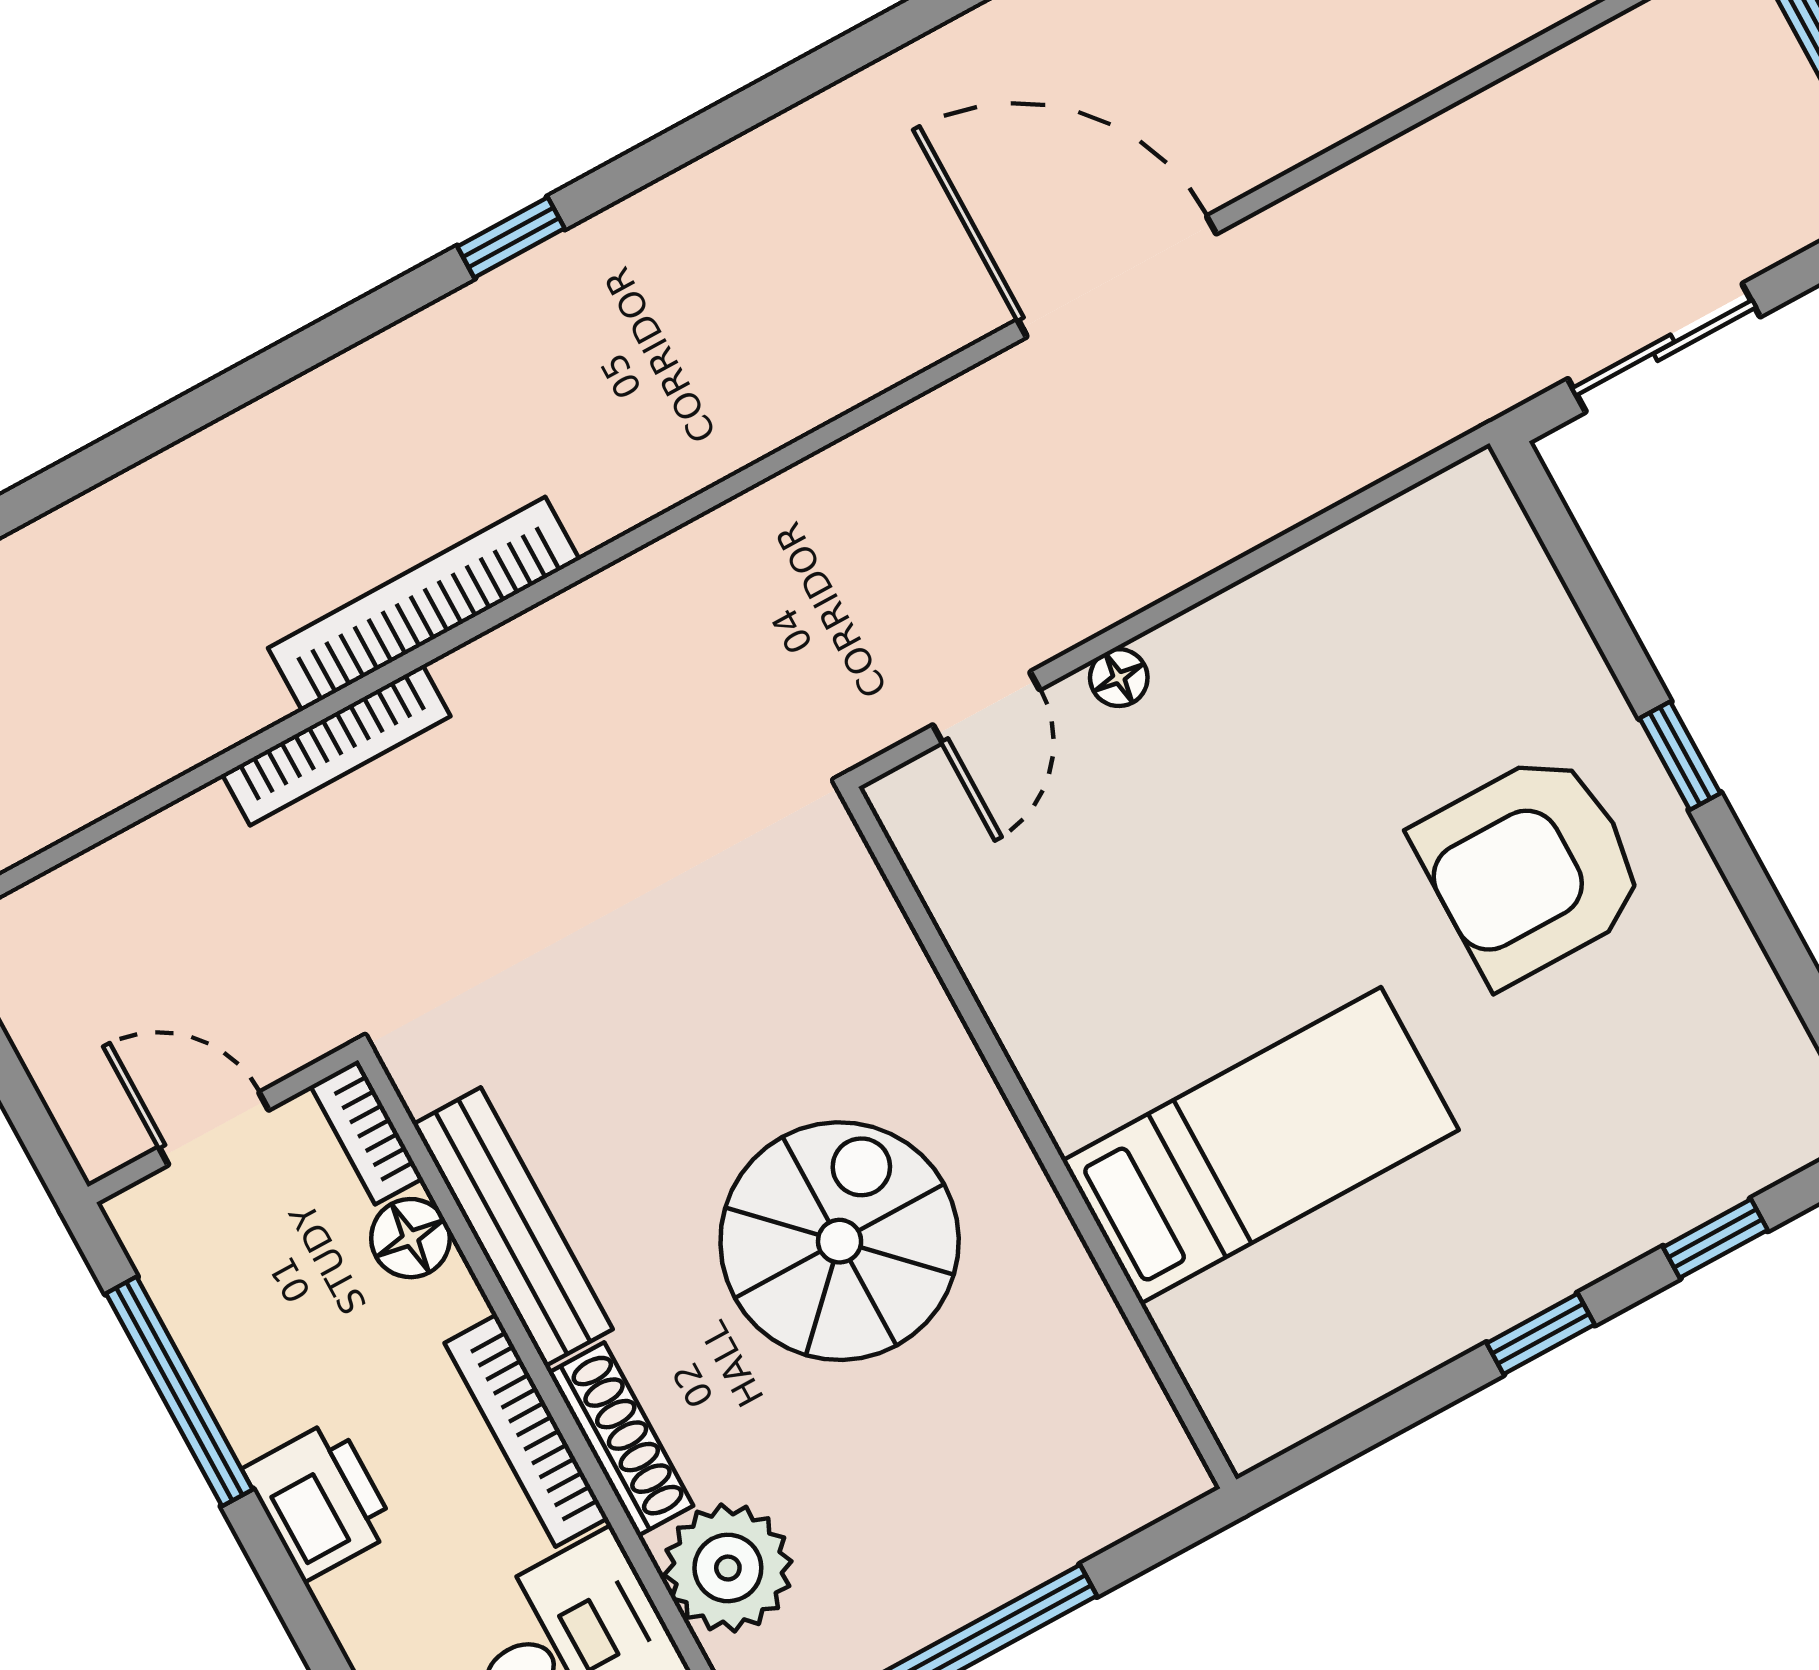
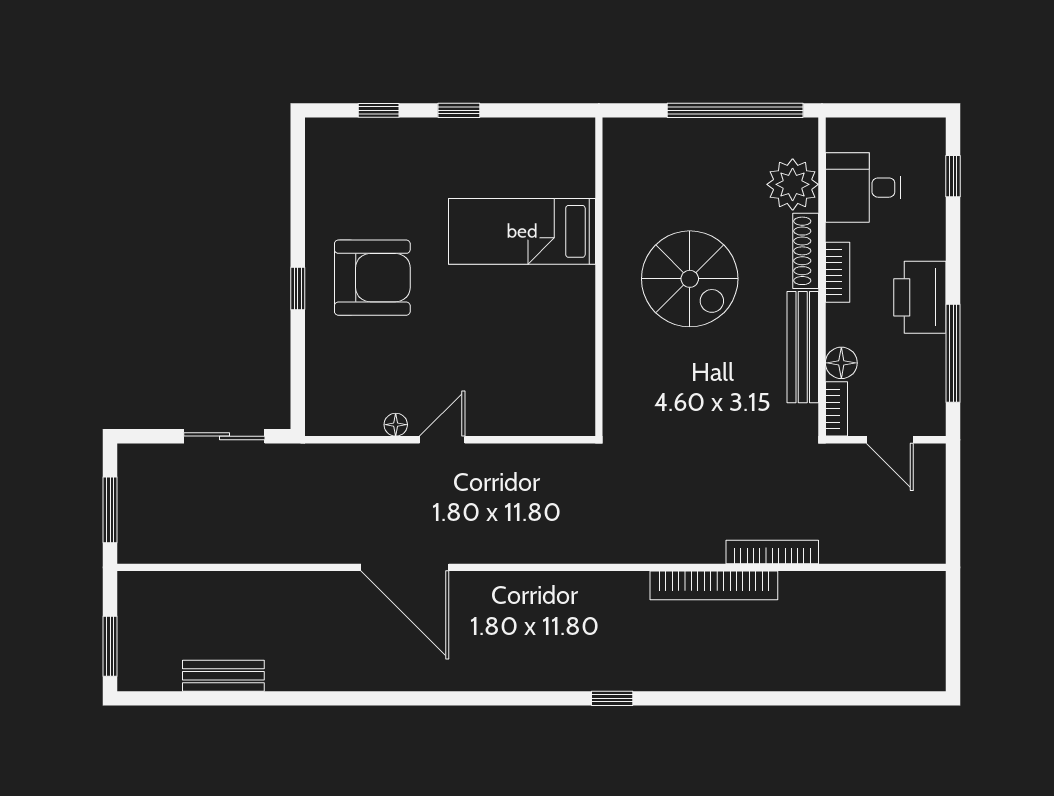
floor lamp: (1119, 678) -> (396, 425), moved
door: (986, 707) -> (442, 440), moved
spiral stairs: (840, 1241) -> (690, 279), turned -90
bookcase: (526, 1431) -> (838, 272), width x0.64
printer: (320, 1500) -> (920, 297), width x1.37, depth x1.19

